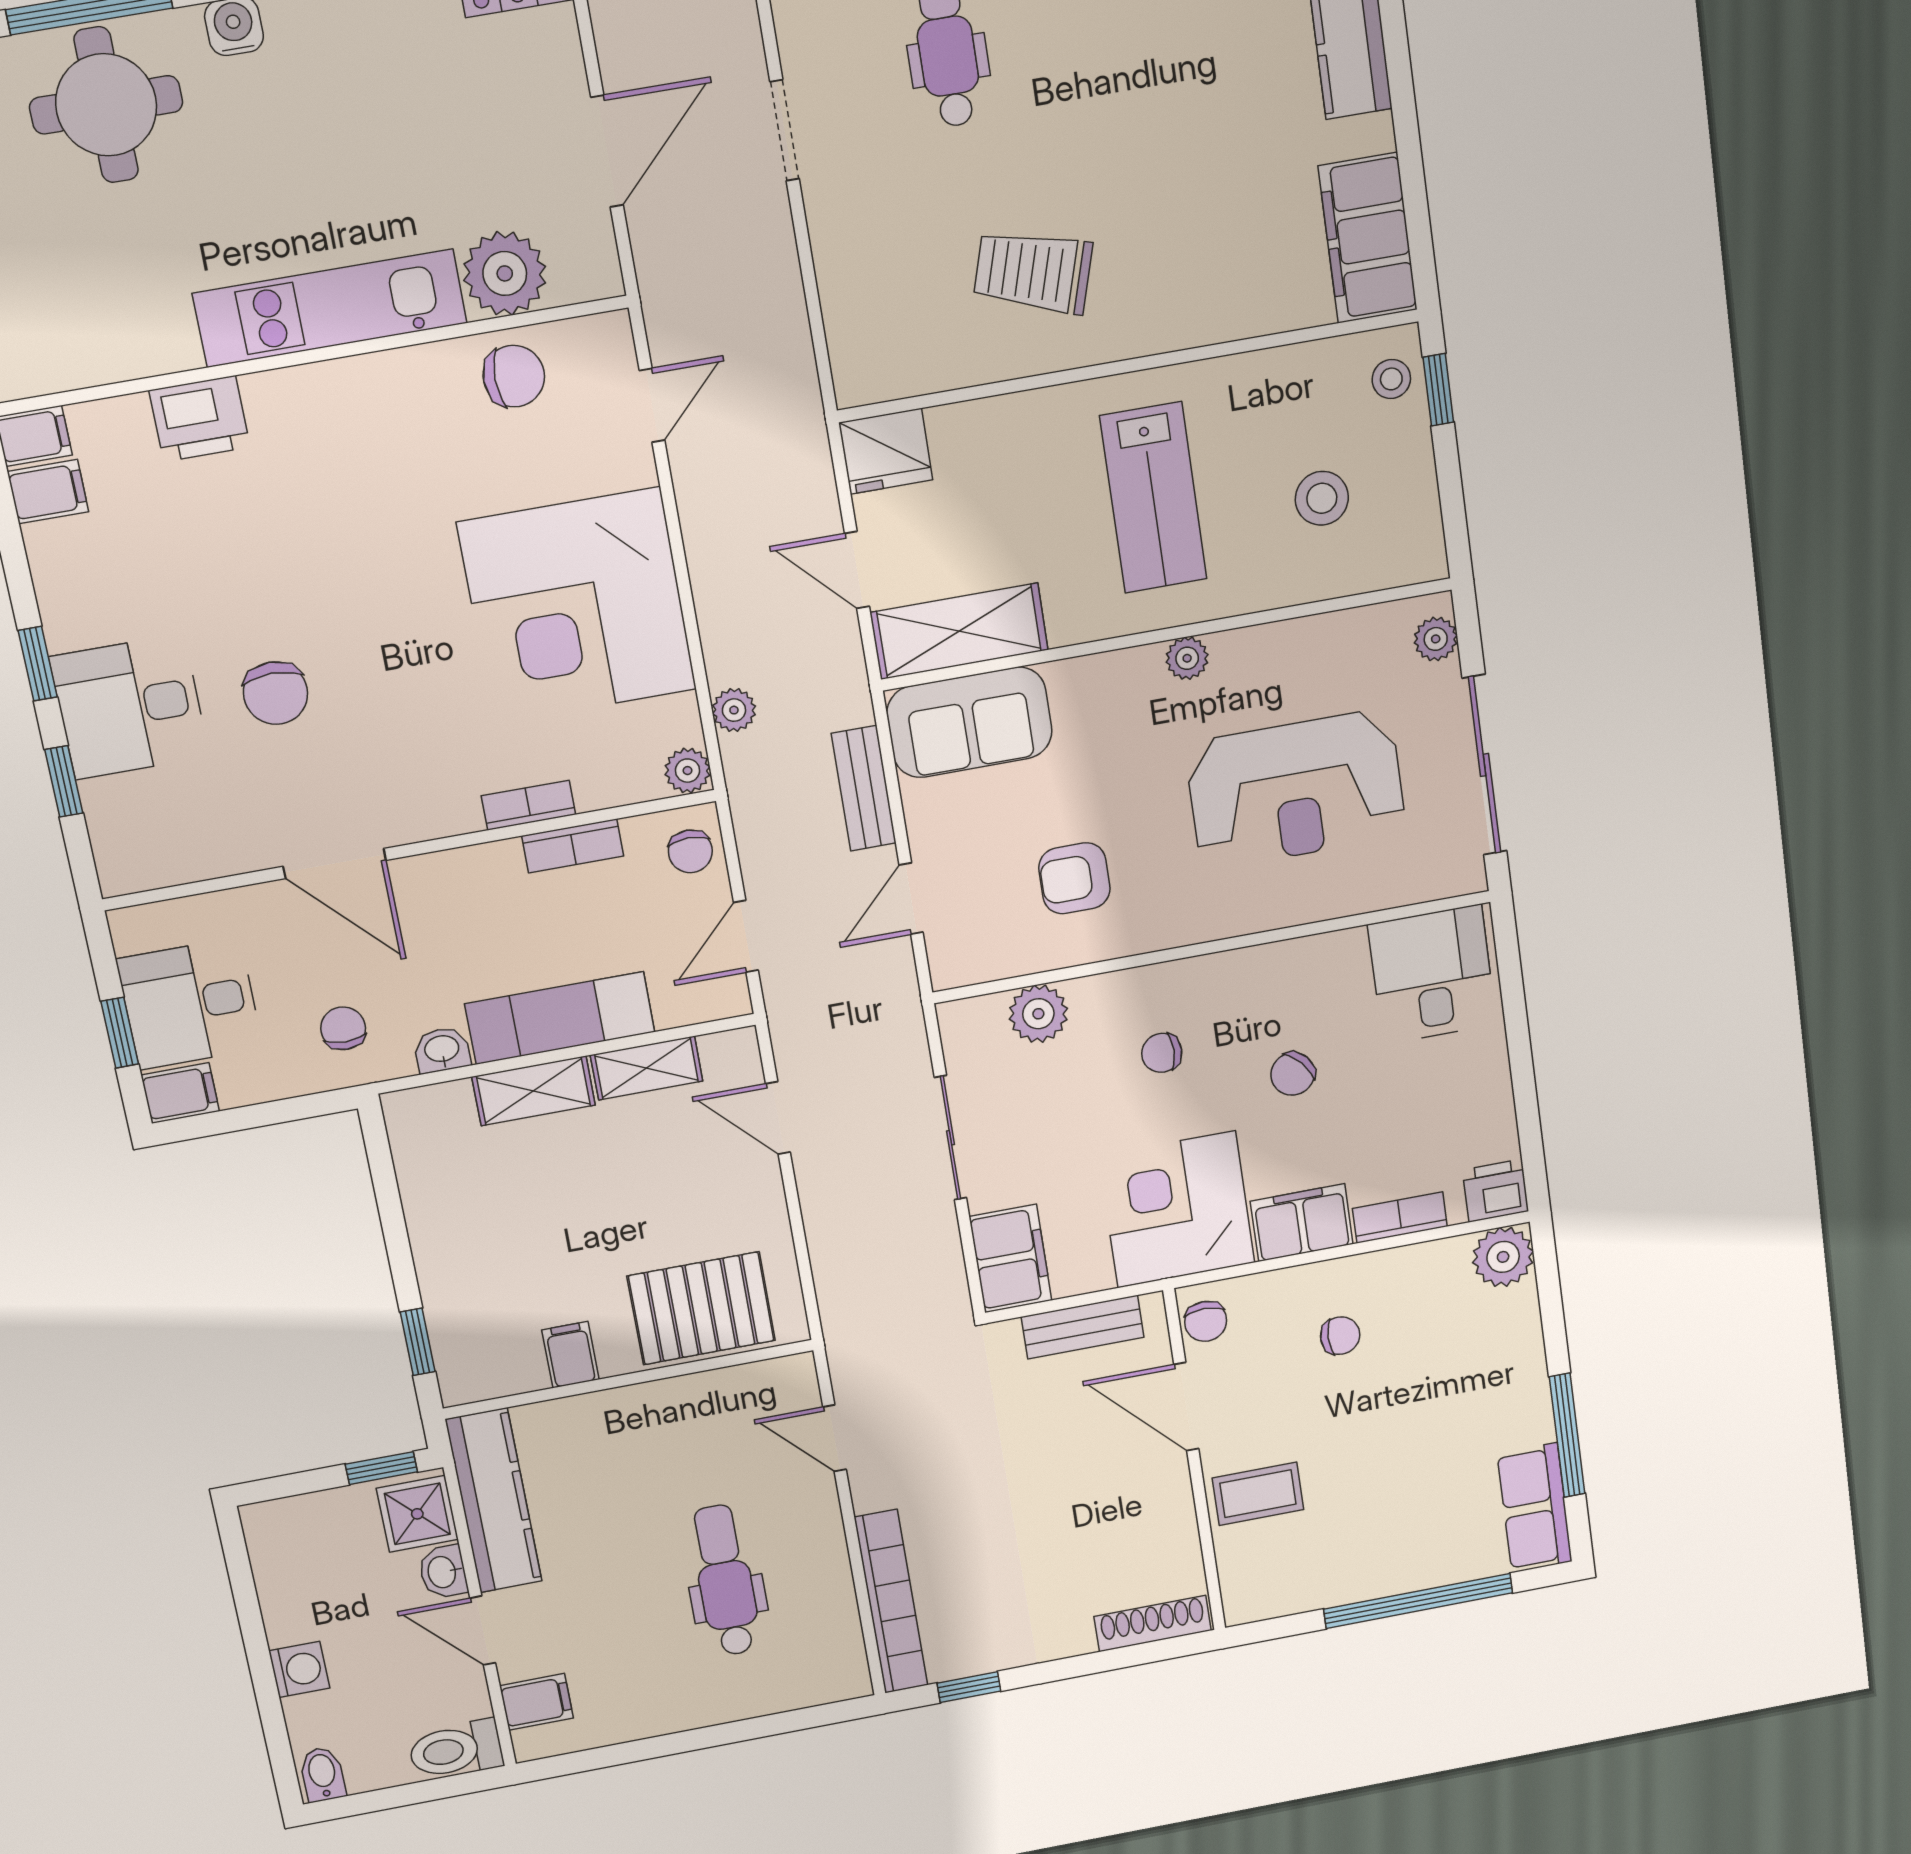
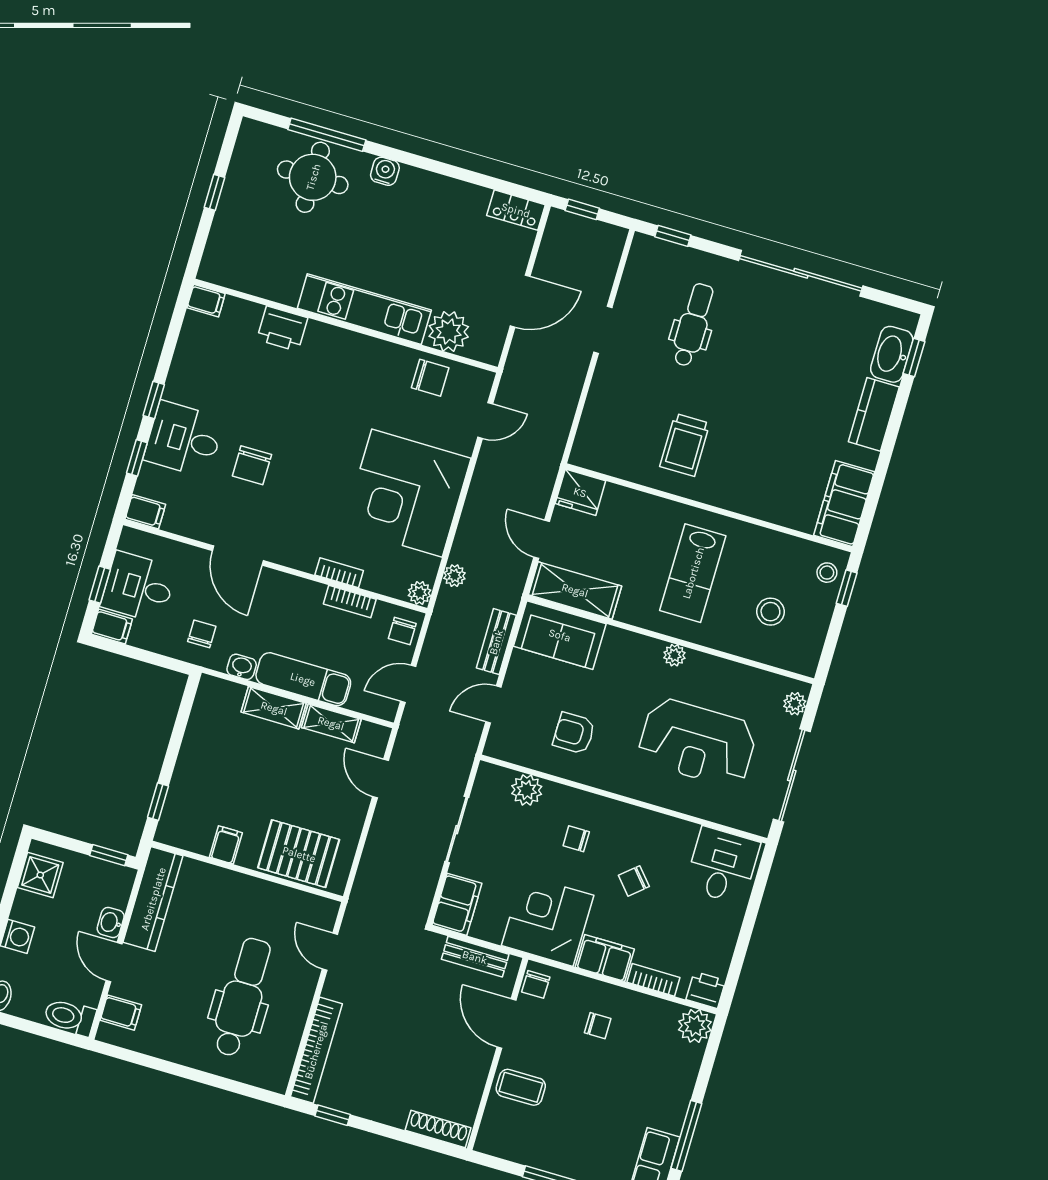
trolley: (1033, 272) -> (685, 445), turned -107
filing cabinet: (48, 492) -> (145, 512), moved
shower: (417, 1514) -> (40, 875), moved
dental chair: (725, 1580) -> (242, 997), width x1.36, depth x1.38

